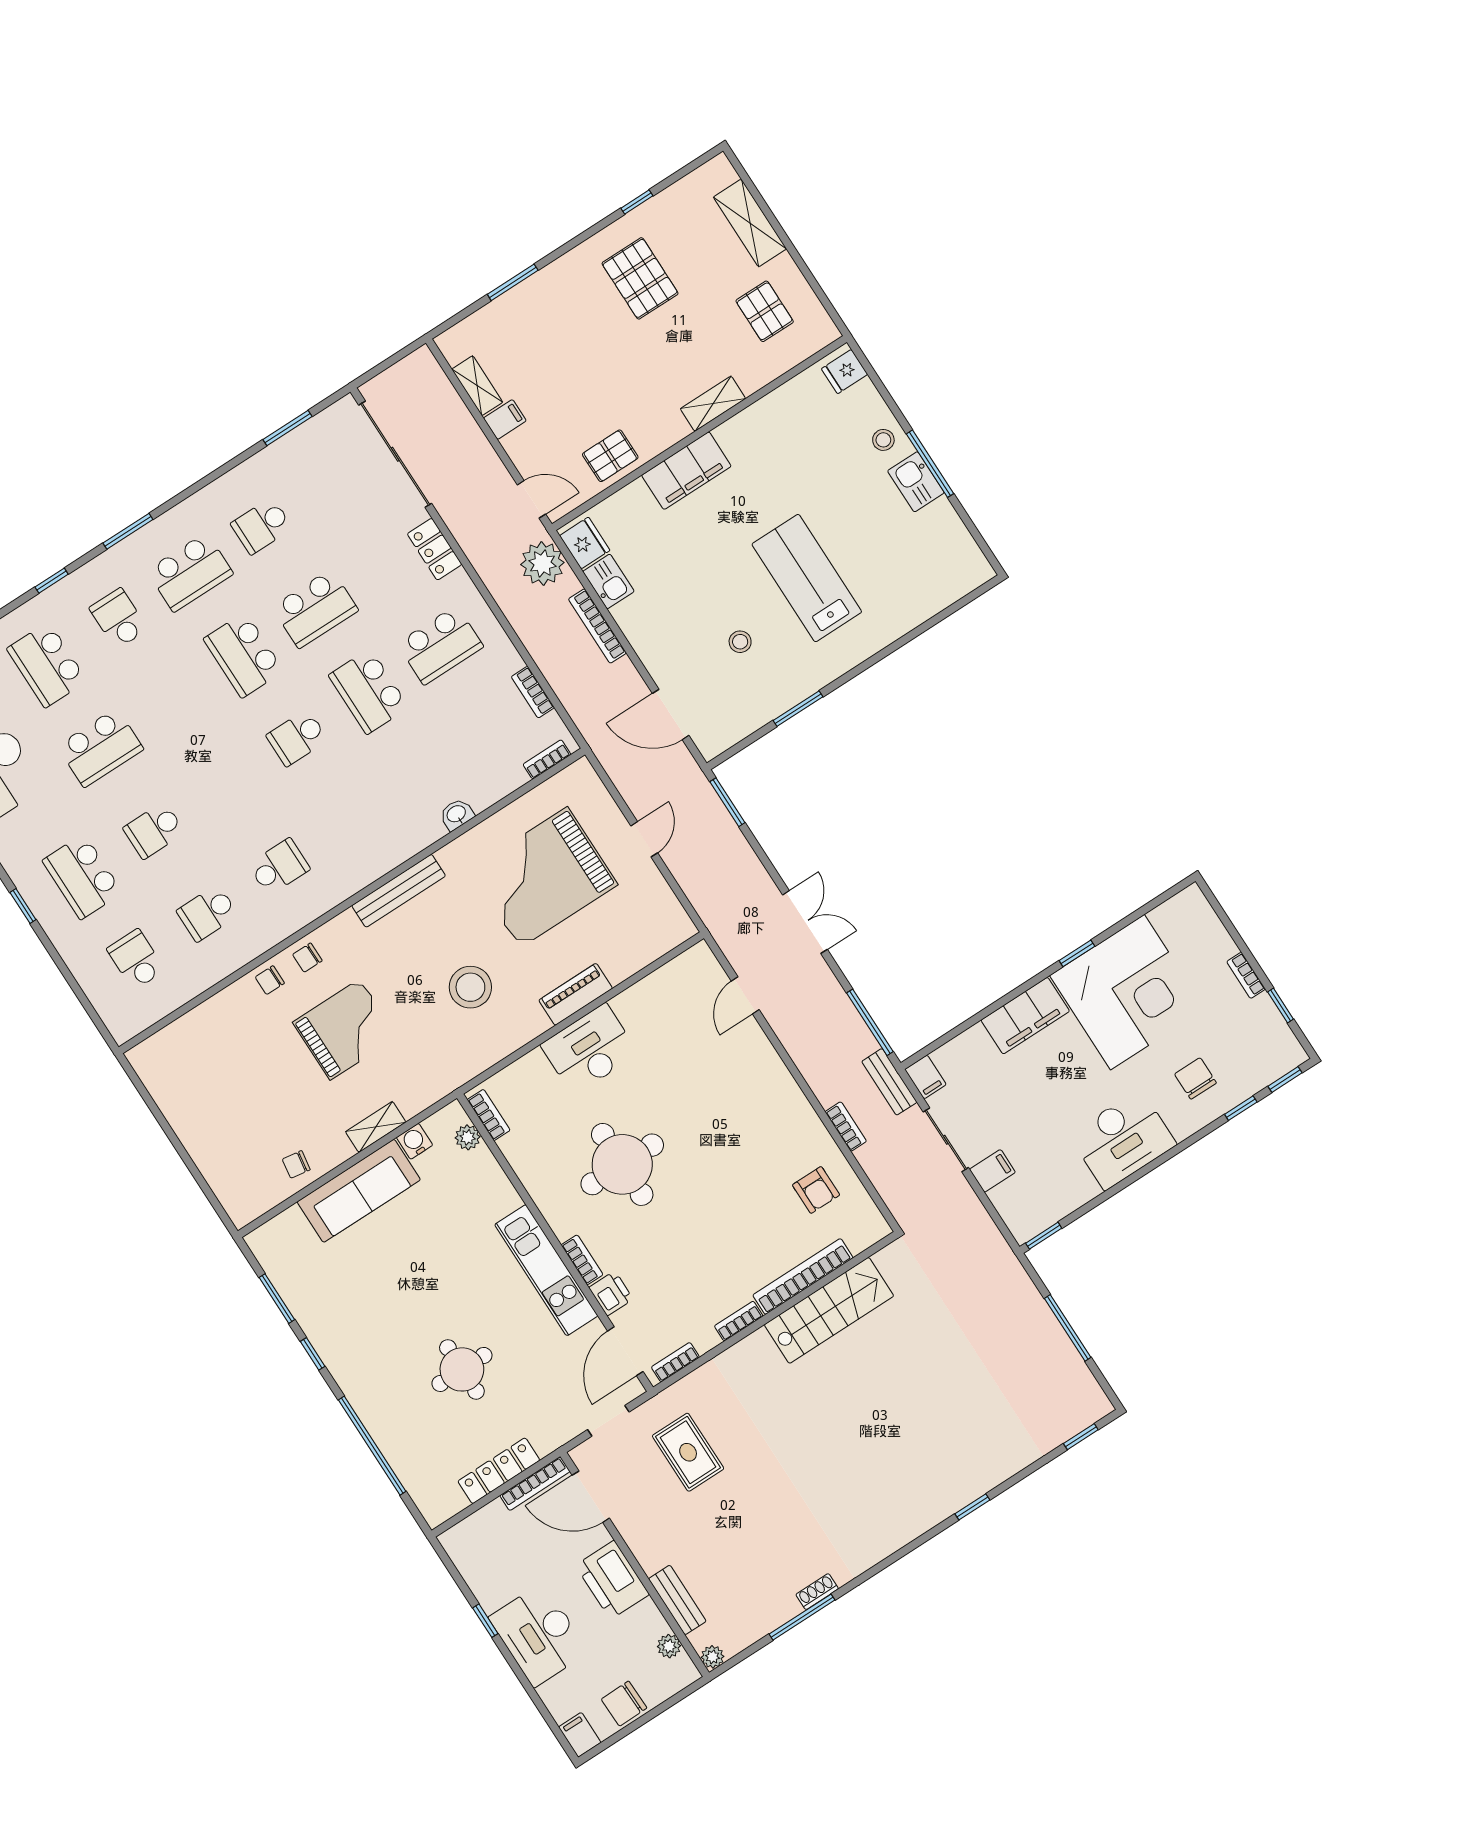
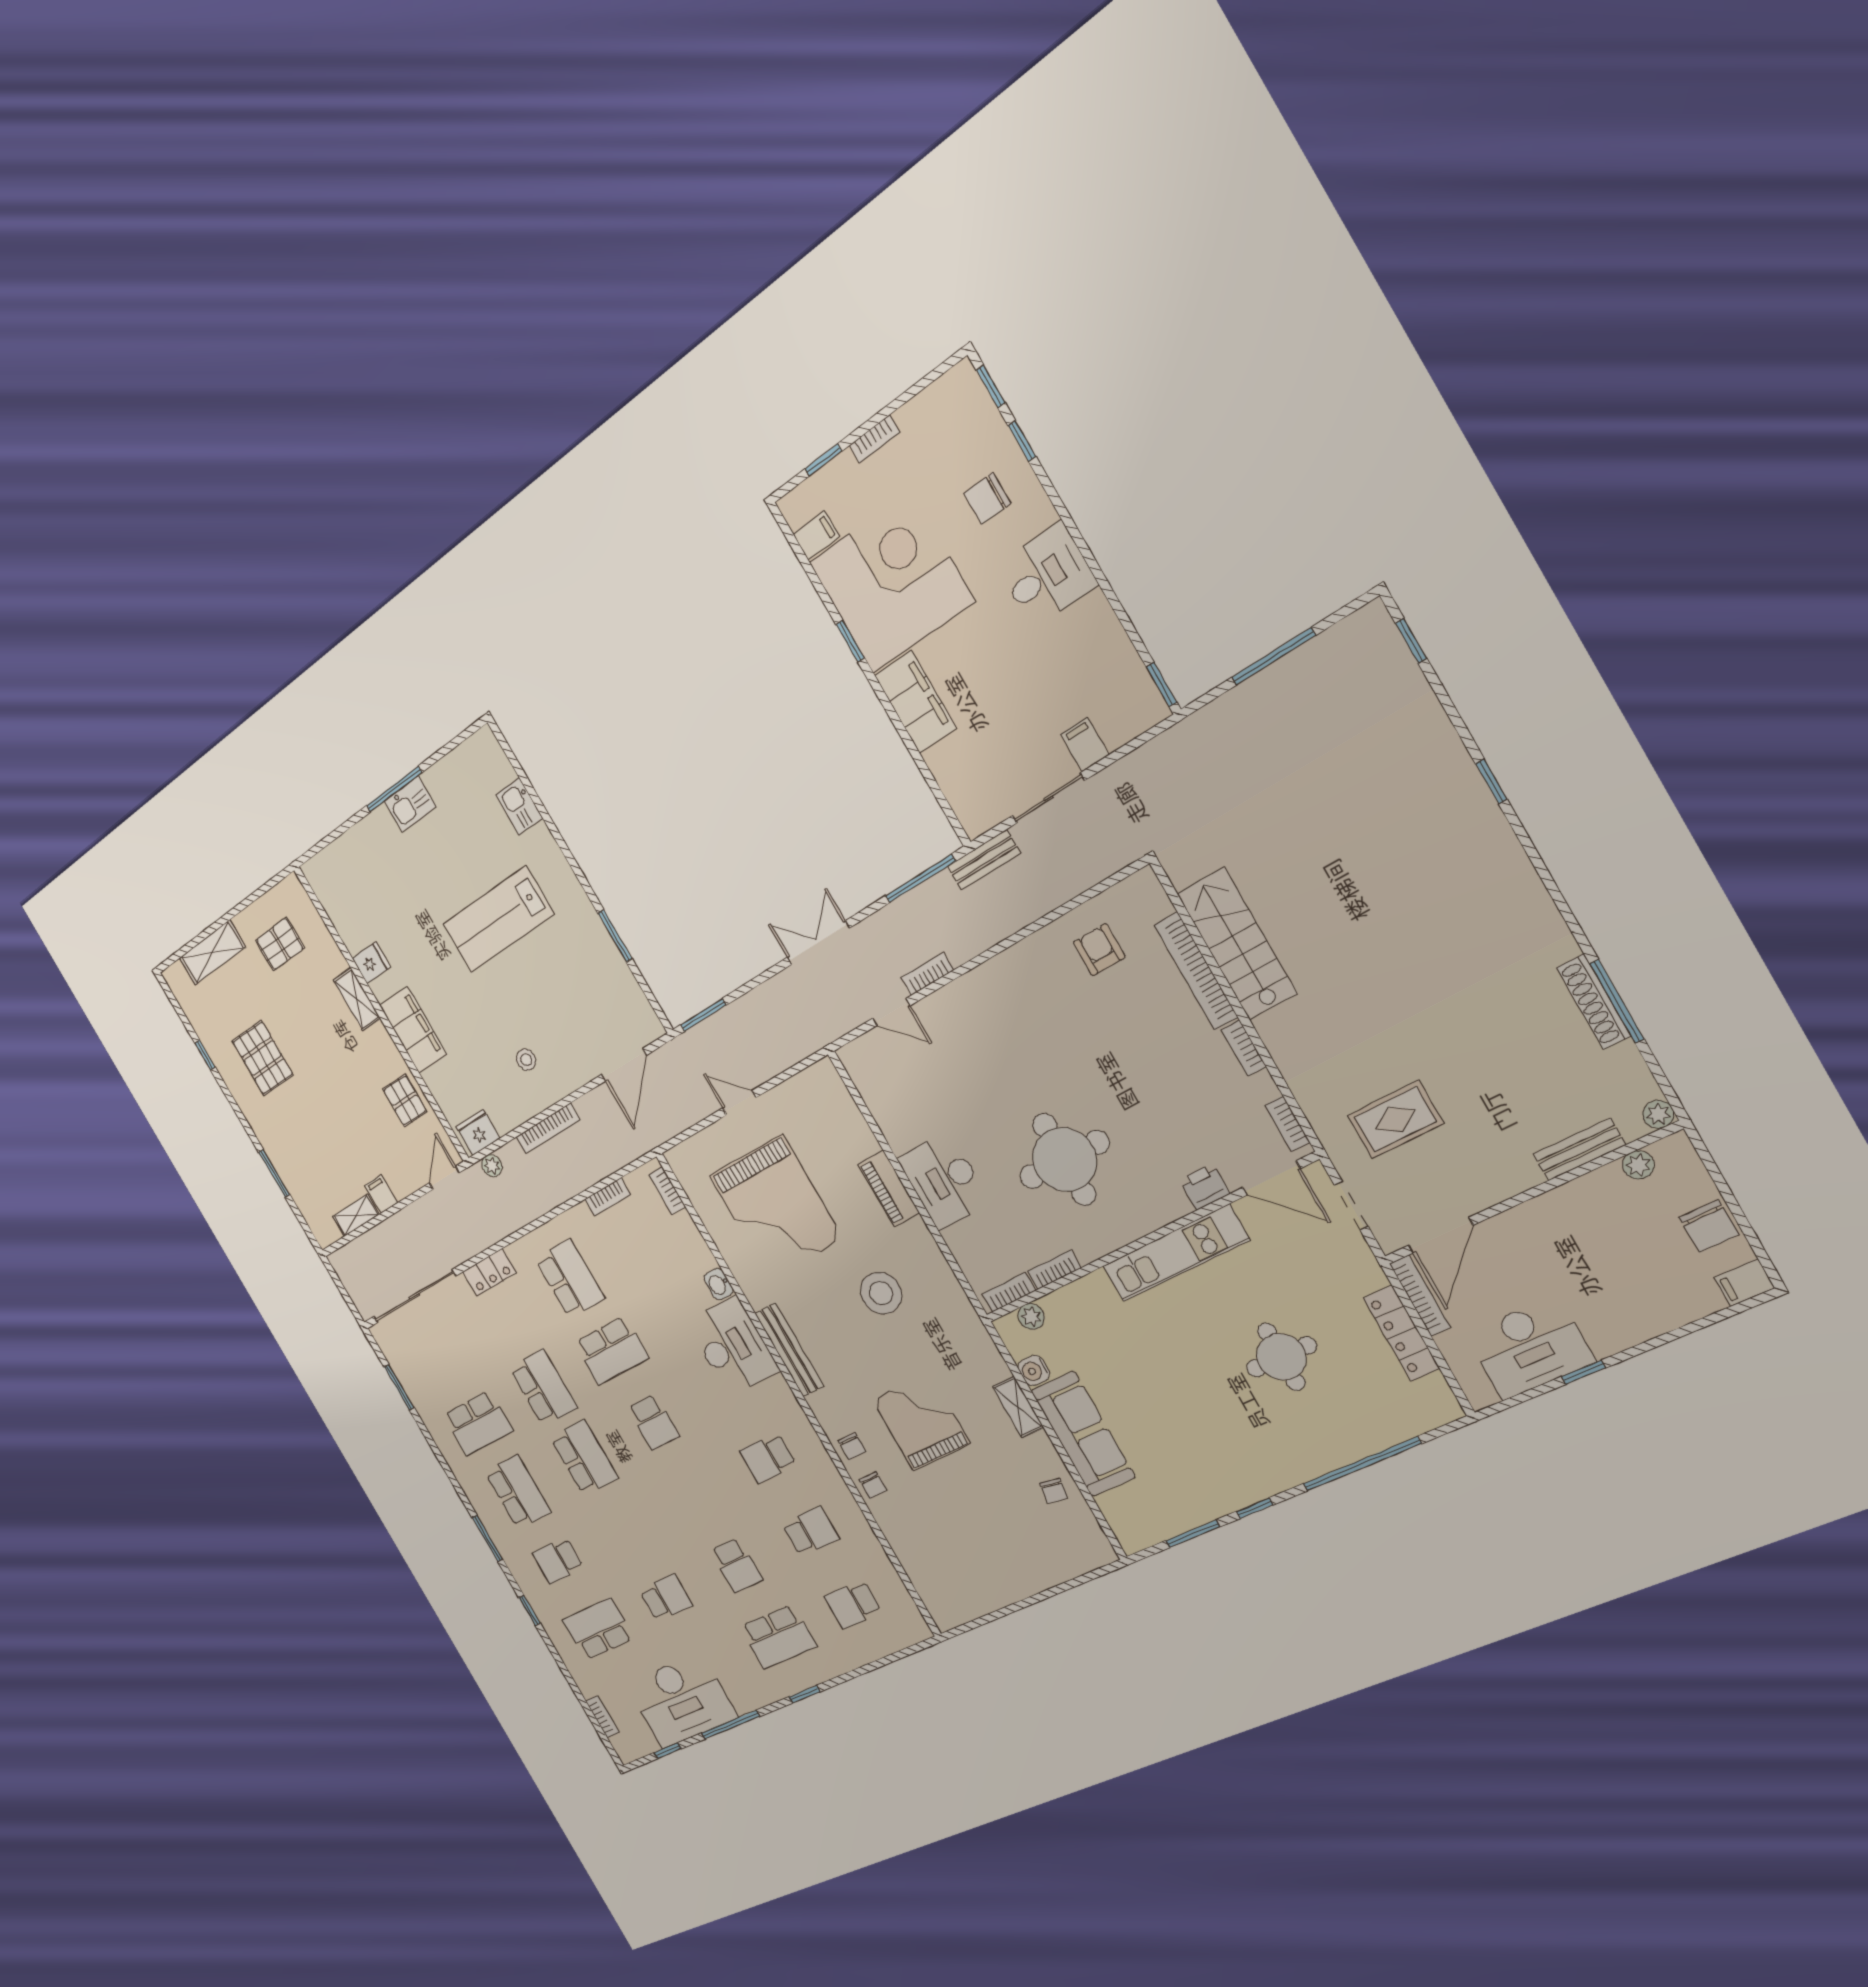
pallet: (640, 278) -> (263, 1058), turned 90
fridge: (845, 372) -> (371, 963), moved, turned -90
stool: (883, 440) -> (377, 835), removed
school desk: (262, 526) -> (478, 1423), width x1.85
plant: (542, 564) -> (492, 1166), width x0.53, depth x0.53
kitchen sink: (608, 581) -> (519, 806), moved, turned -90
stool: (740, 642) -> (526, 1060), moved
school desk: (244, 655) -> (584, 1458), turned -90
school desk: (47, 665) -> (598, 1629), turned 180
school desk: (100, 748) -> (666, 1598), width x0.54
desk: (393, 829) -> (733, 1346), added
school desk: (279, 867) -> (768, 1458), turned -90
school desk: (207, 913) -> (811, 1531), turned -90
window: (1280, 1005) -> (823, 460), moved
filing cabinet: (925, 1077) -> (816, 535), moved
bookcase: (846, 1127) -> (927, 974), moved
desk: (1123, 1140) -> (1047, 575), width x0.73
armchair: (816, 1190) -> (1099, 950), turned -90
bookcase: (582, 1260) -> (1054, 1270), moved
printer: (612, 1580) -> (1546, 1222), removed
shoe rack: (817, 1592) -> (1594, 1002), width x1.94, depth x1.24
desk: (539, 1635) -> (1530, 1348), moved

